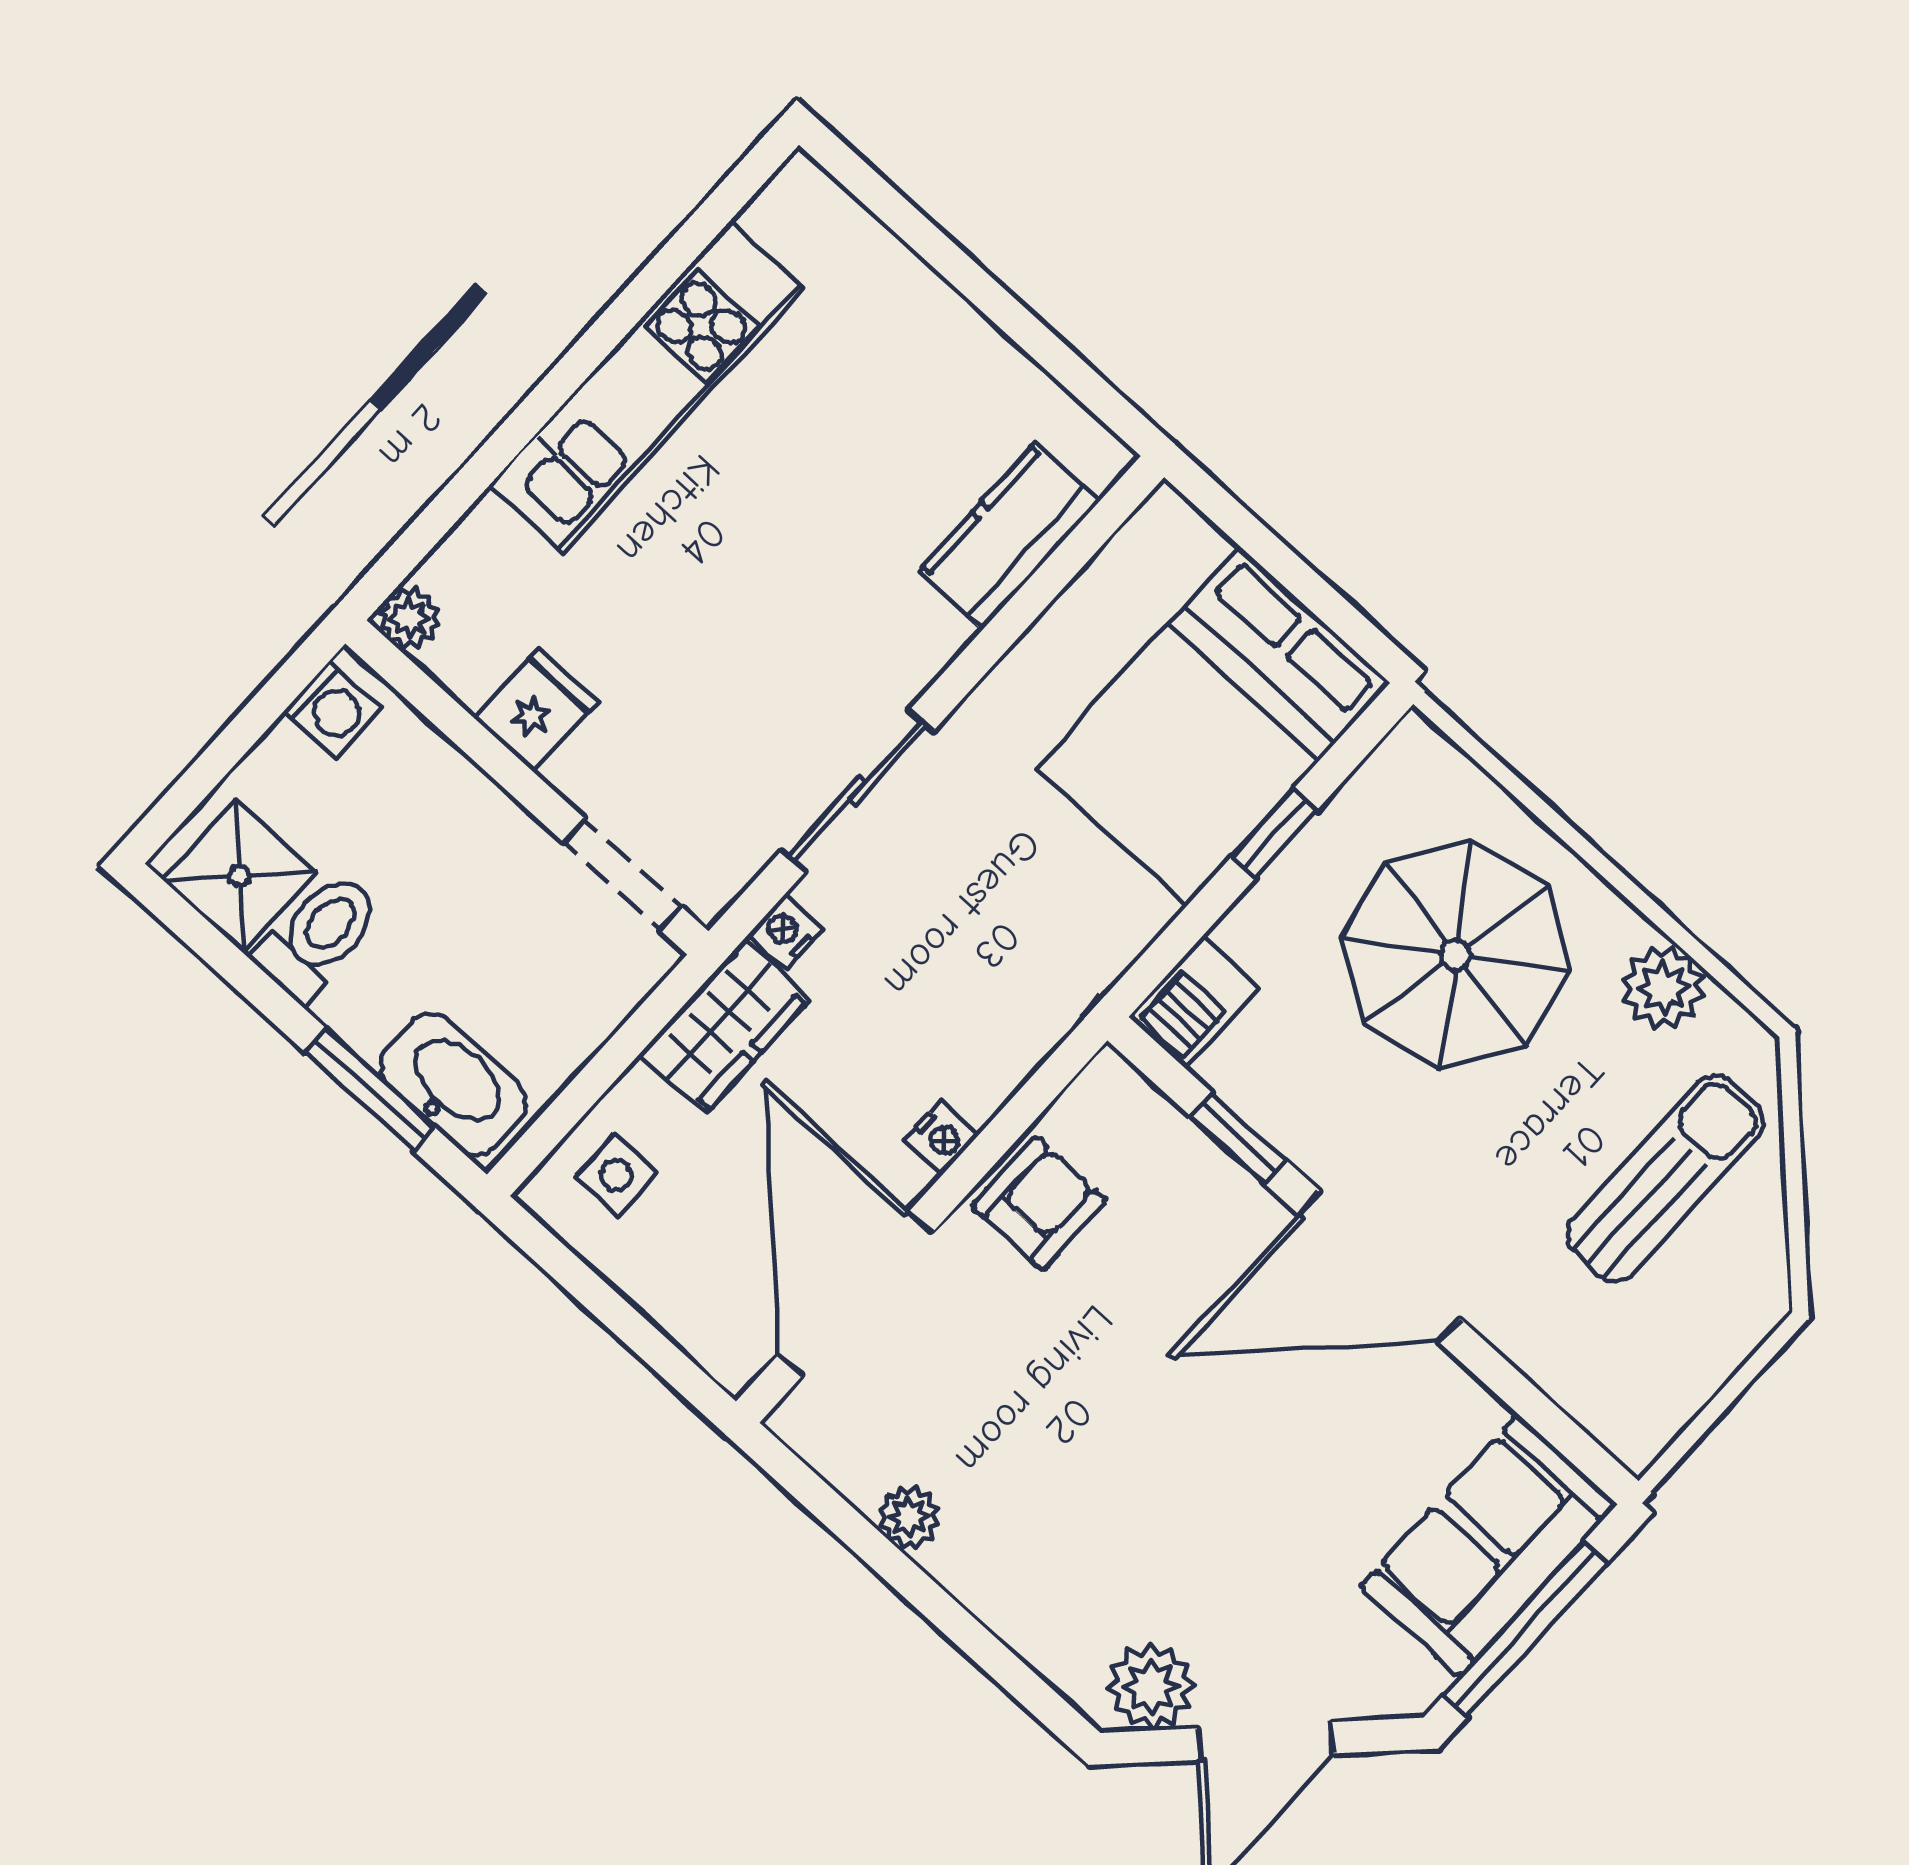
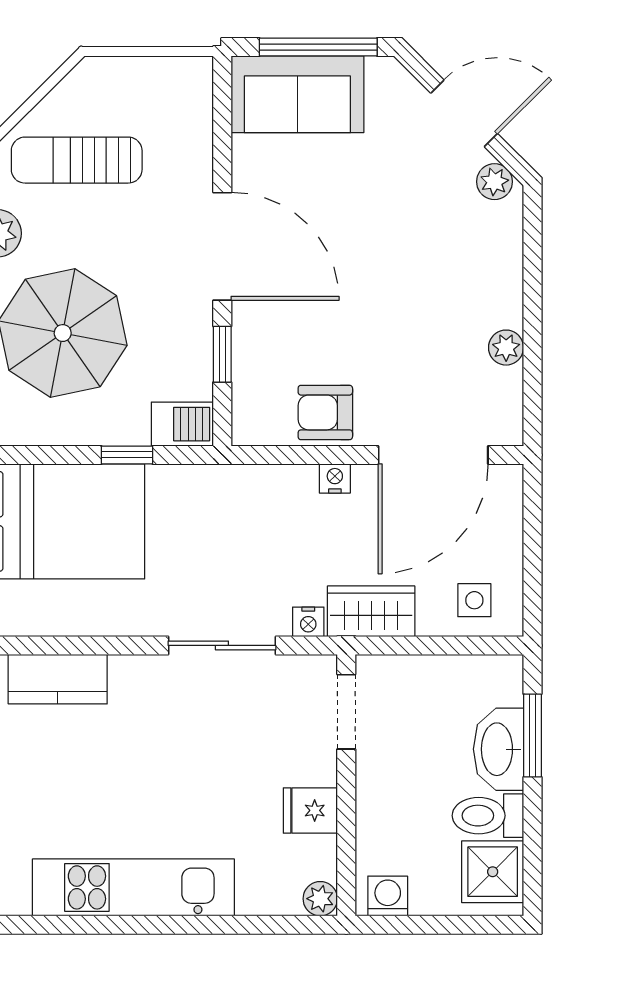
window: (1275, 833) -> (127, 455), moved
washbasin: (453, 1084) -> (498, 749), moved
plant: (1151, 1687) -> (495, 182), width x0.73, depth x0.73

